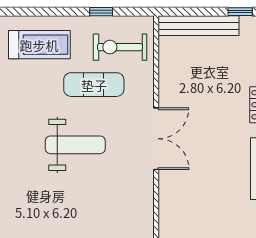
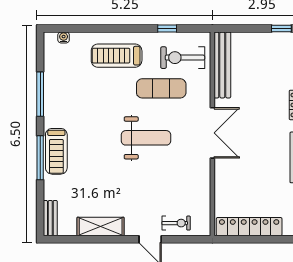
bench: (198, 26) -> (222, 65), moved, turned 90
treadmill: (39, 45) -> (117, 56), turned 180

